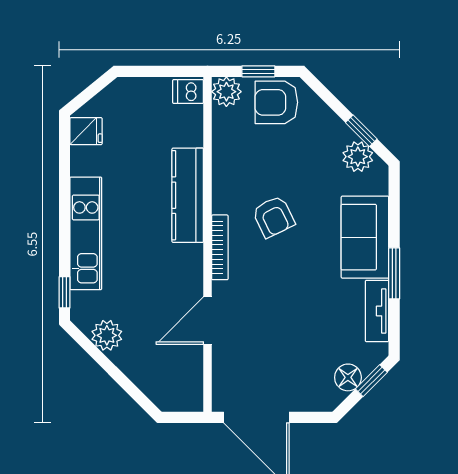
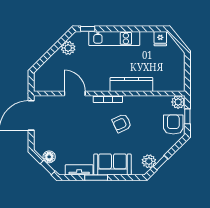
dishwasher: (188, 91) -> (178, 85), removed

